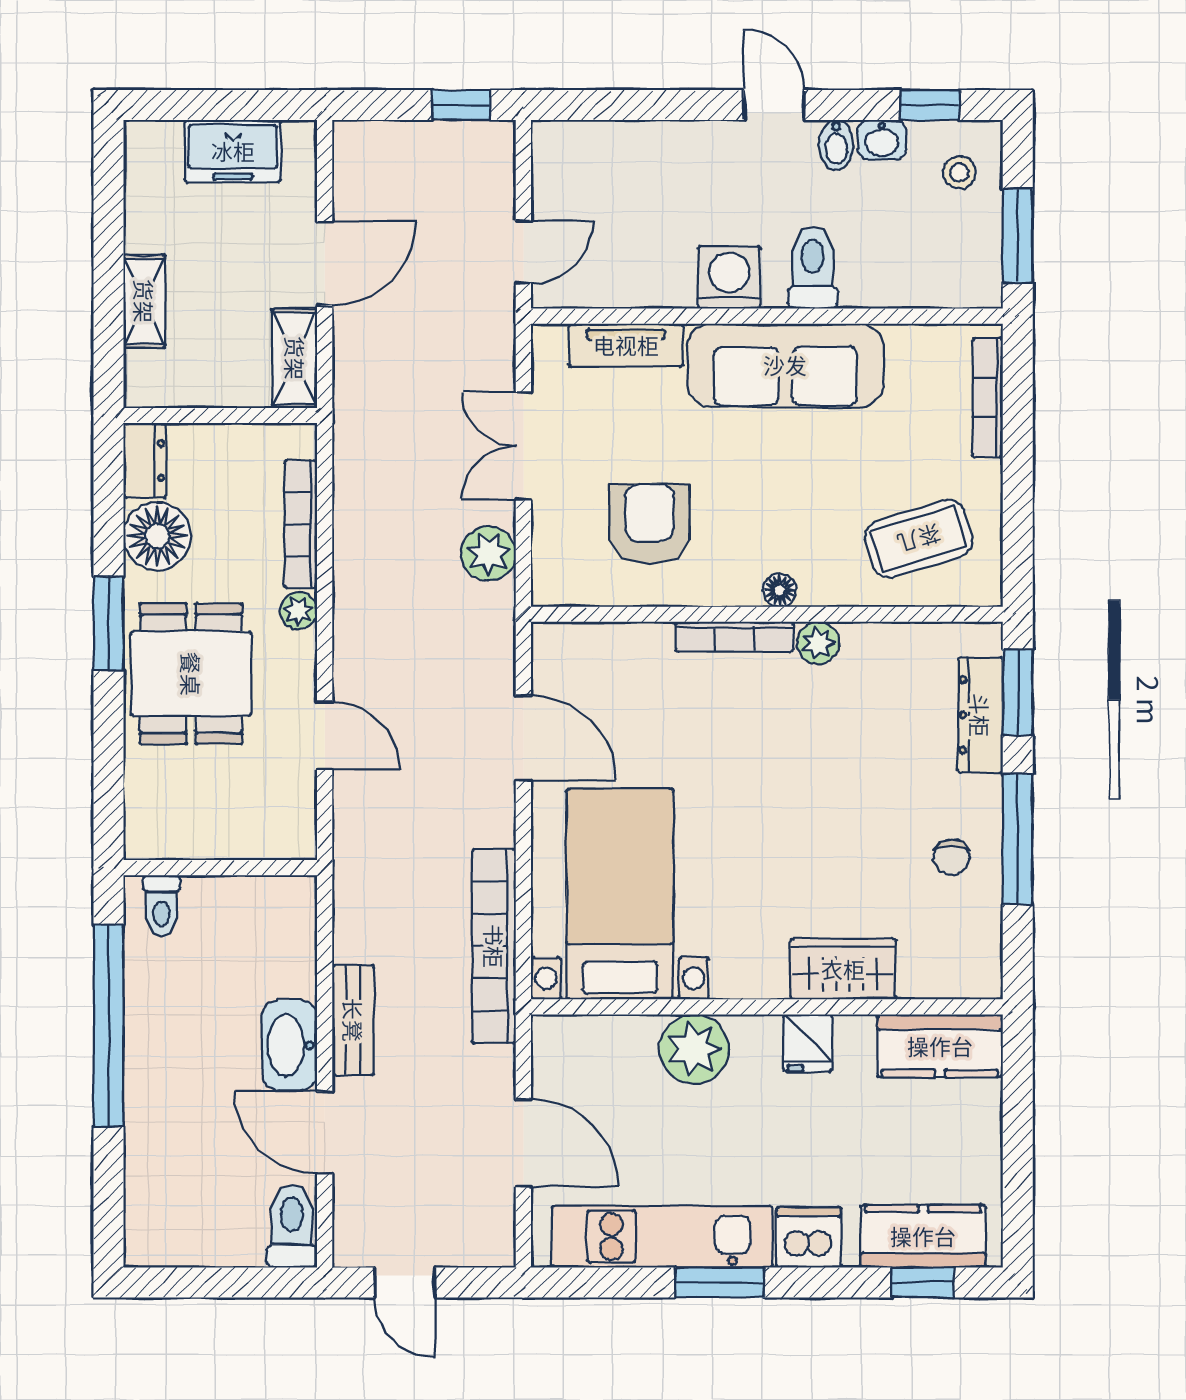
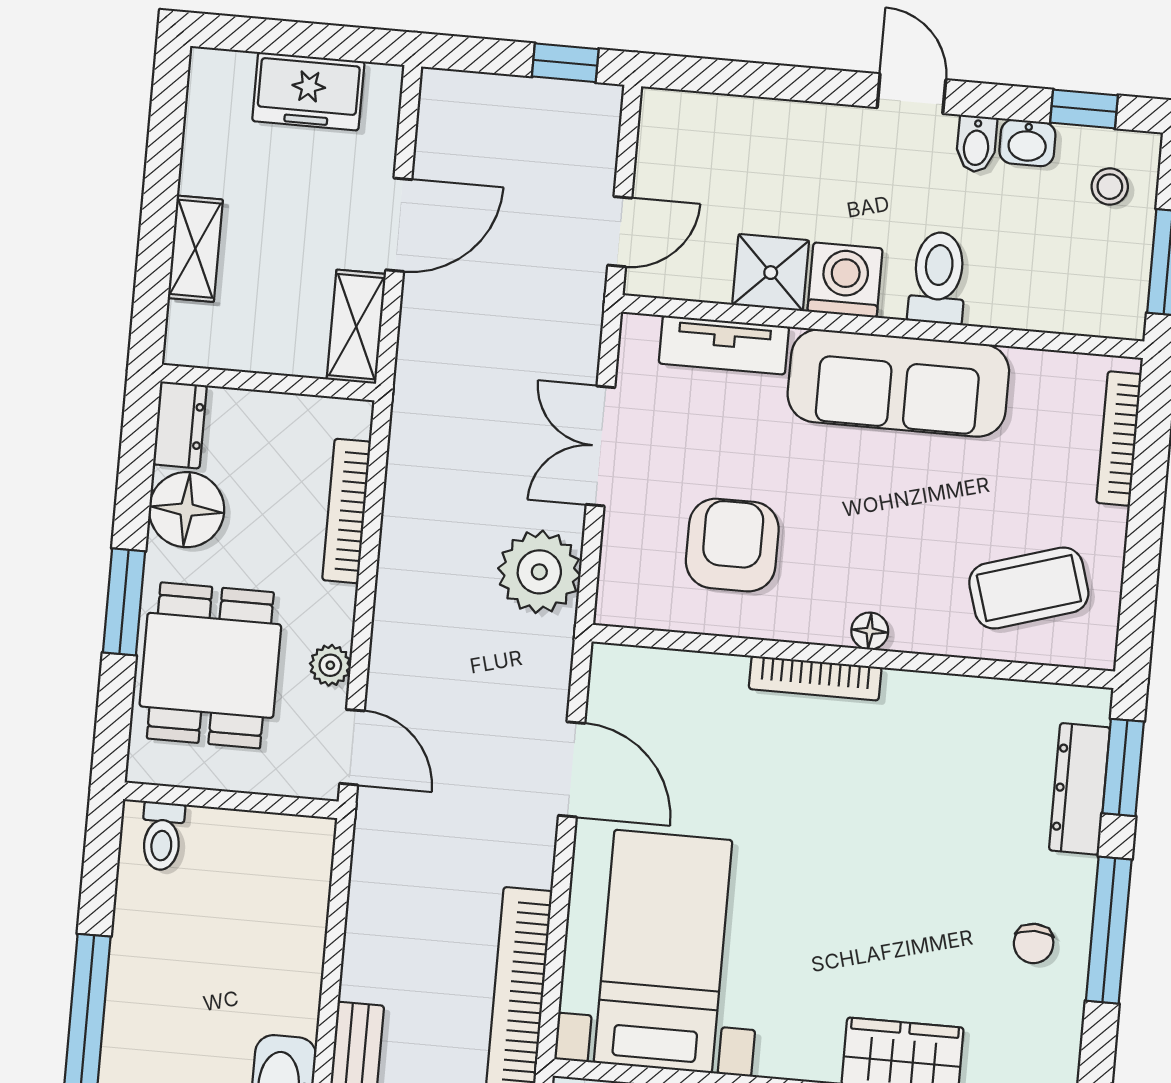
shower: (662, 277) -> (771, 273), added
plant: (488, 554) -> (539, 572), width x1.36, depth x1.36
plant: (299, 611) -> (330, 665), moved
plant: (818, 643) -> (907, 693), removed
wall: (220, 868) -> (231, 800), moved
toilet: (161, 905) -> (162, 836), moved

